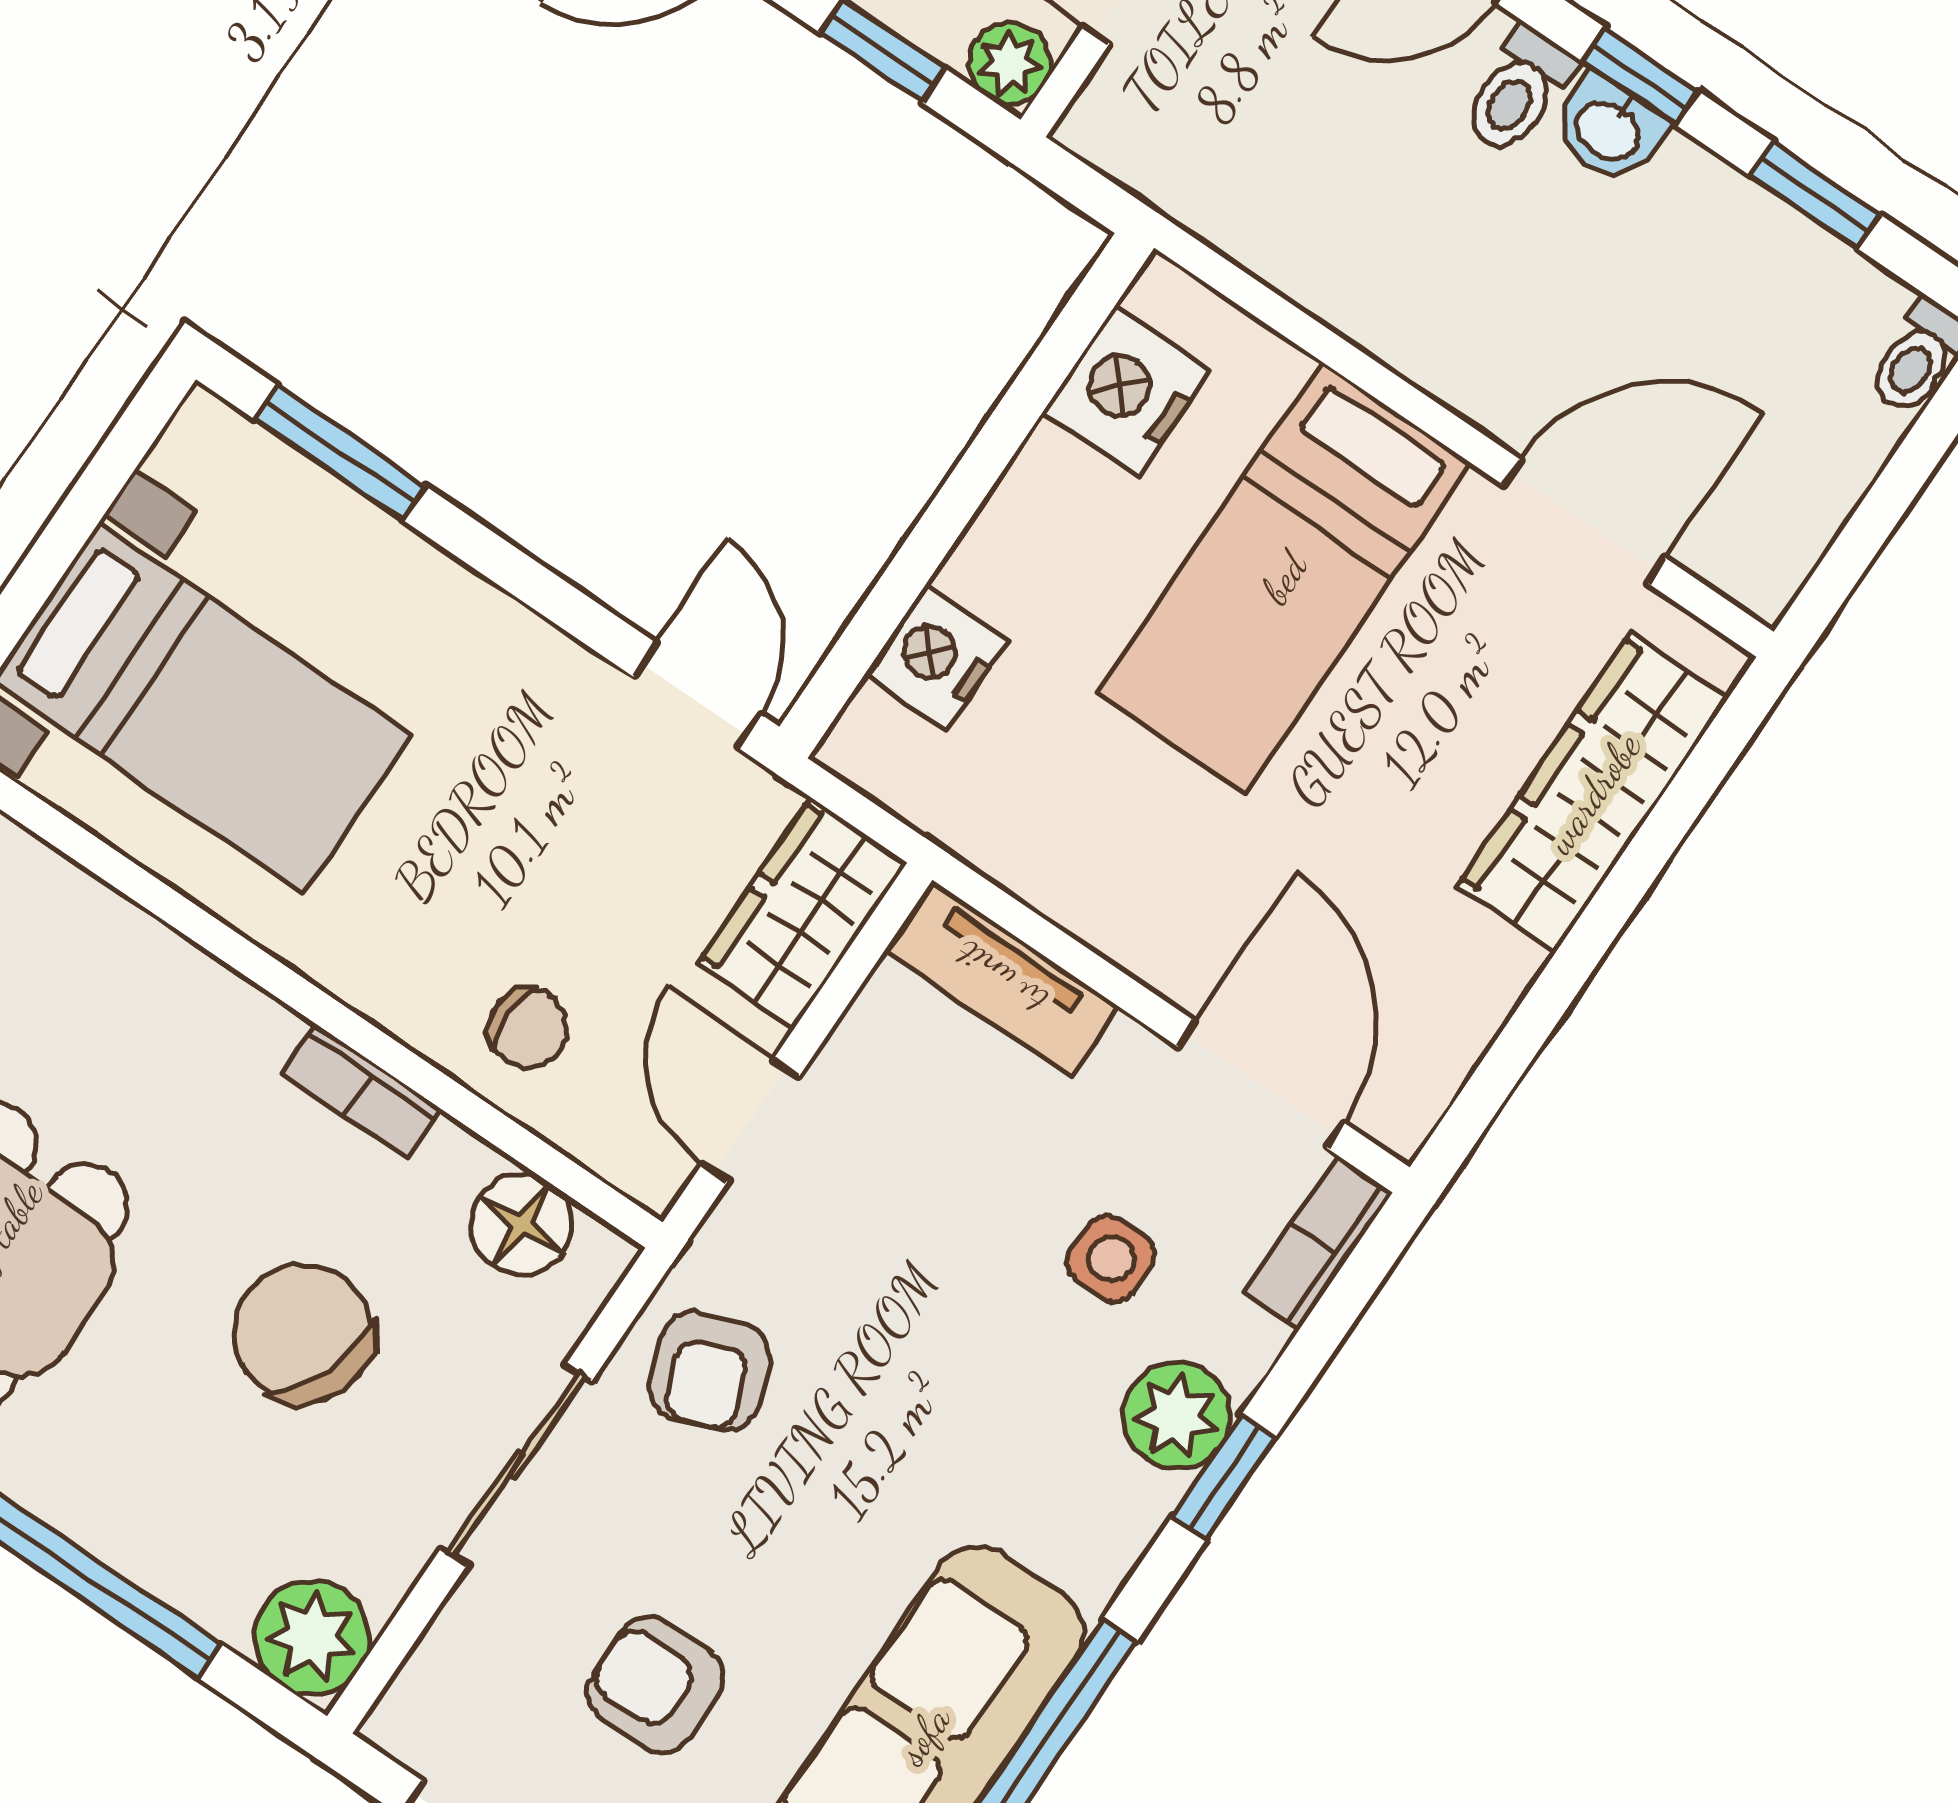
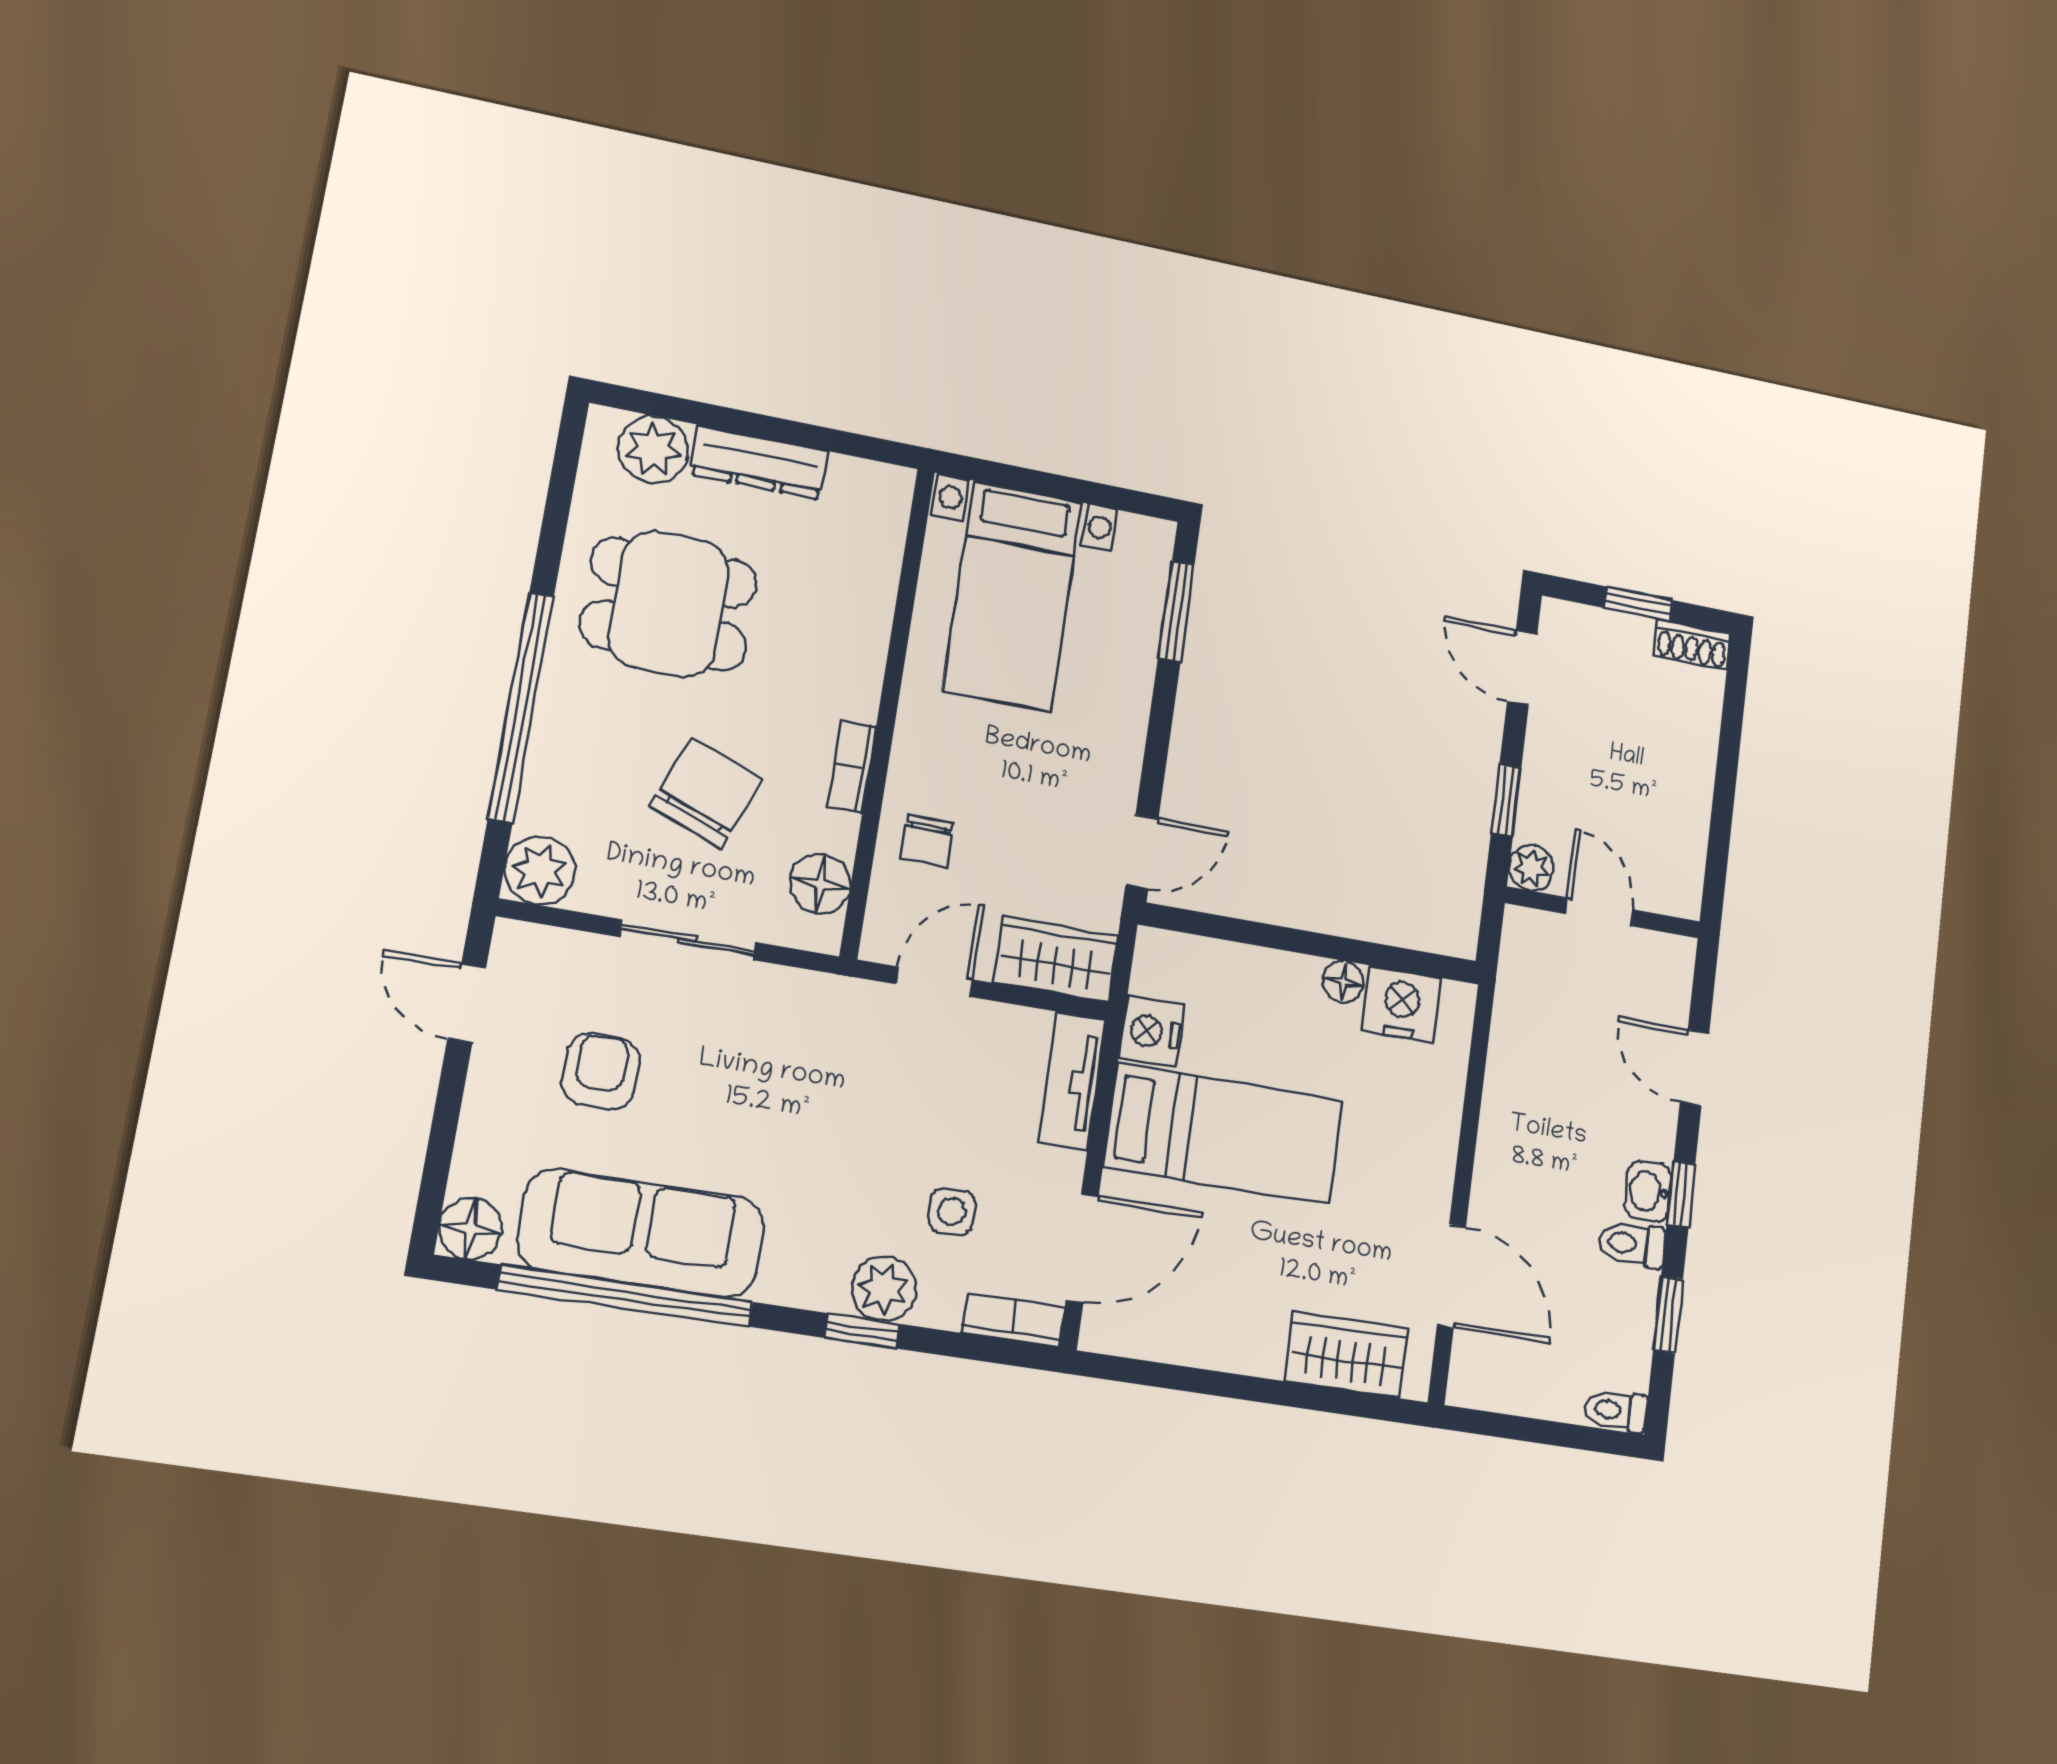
toilet: (1519, 91) -> (1632, 1244), moved
floor lamp: (1047, 469) -> (1343, 982), added
bed: (1284, 578) -> (1224, 1134), moved, turned 180
nightstand: (936, 657) -> (1151, 1031), moved, turned -90
wardrobe: (1593, 793) -> (1346, 1355), width x0.67
armchair: (709, 1371) -> (788, 1021), removed

